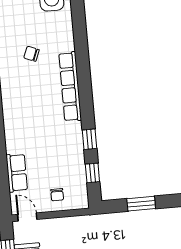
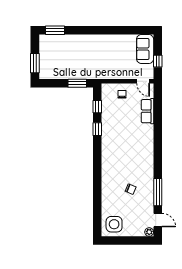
row of seats: (70, 87) -> (107, 165), removed
window: (141, 204) -> (77, 83), moved

